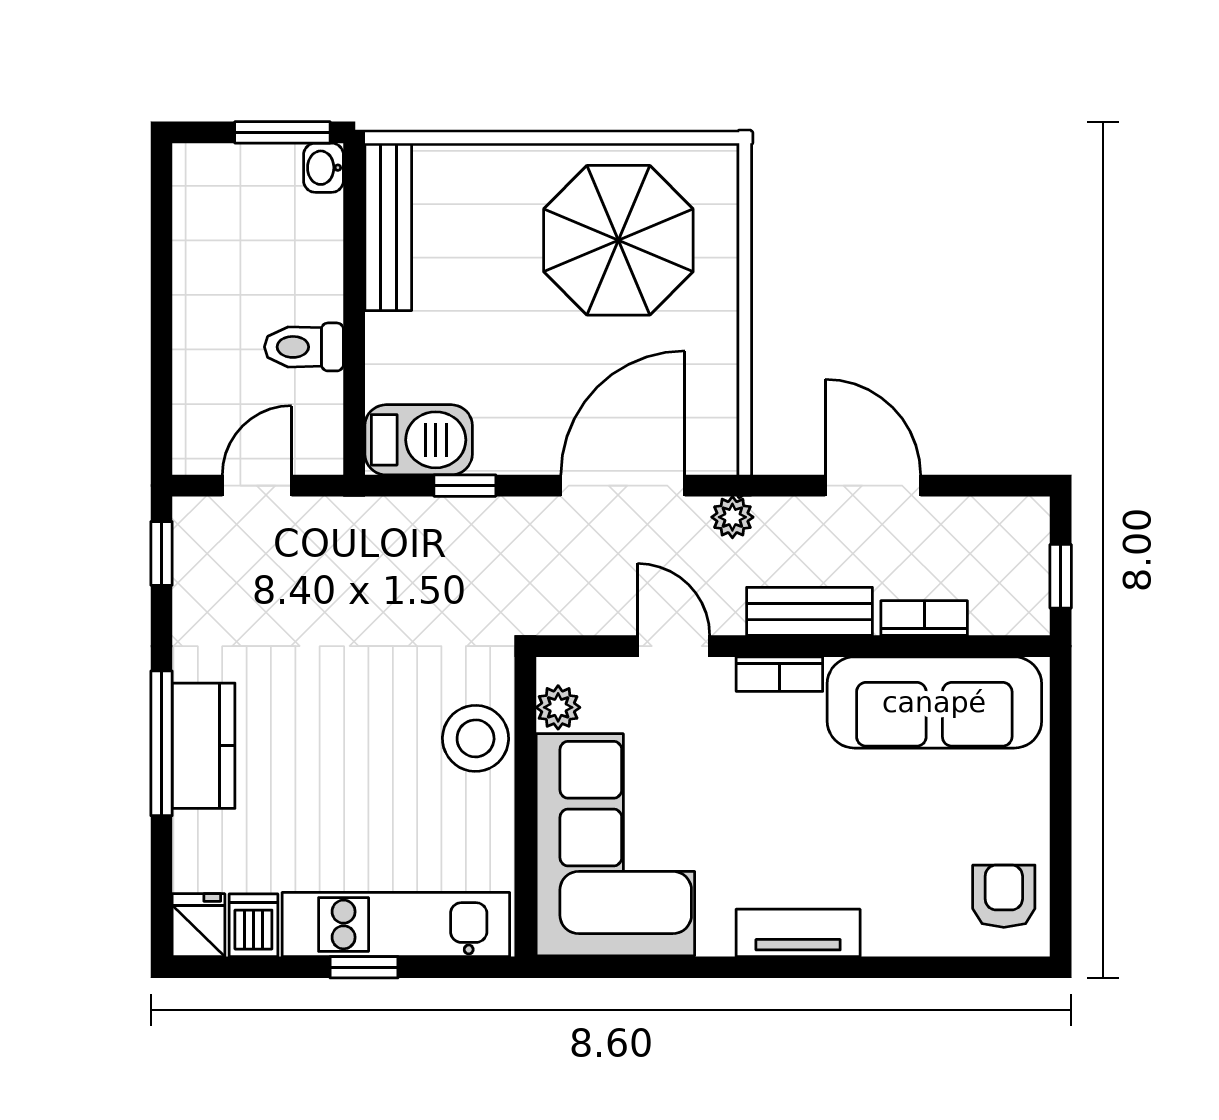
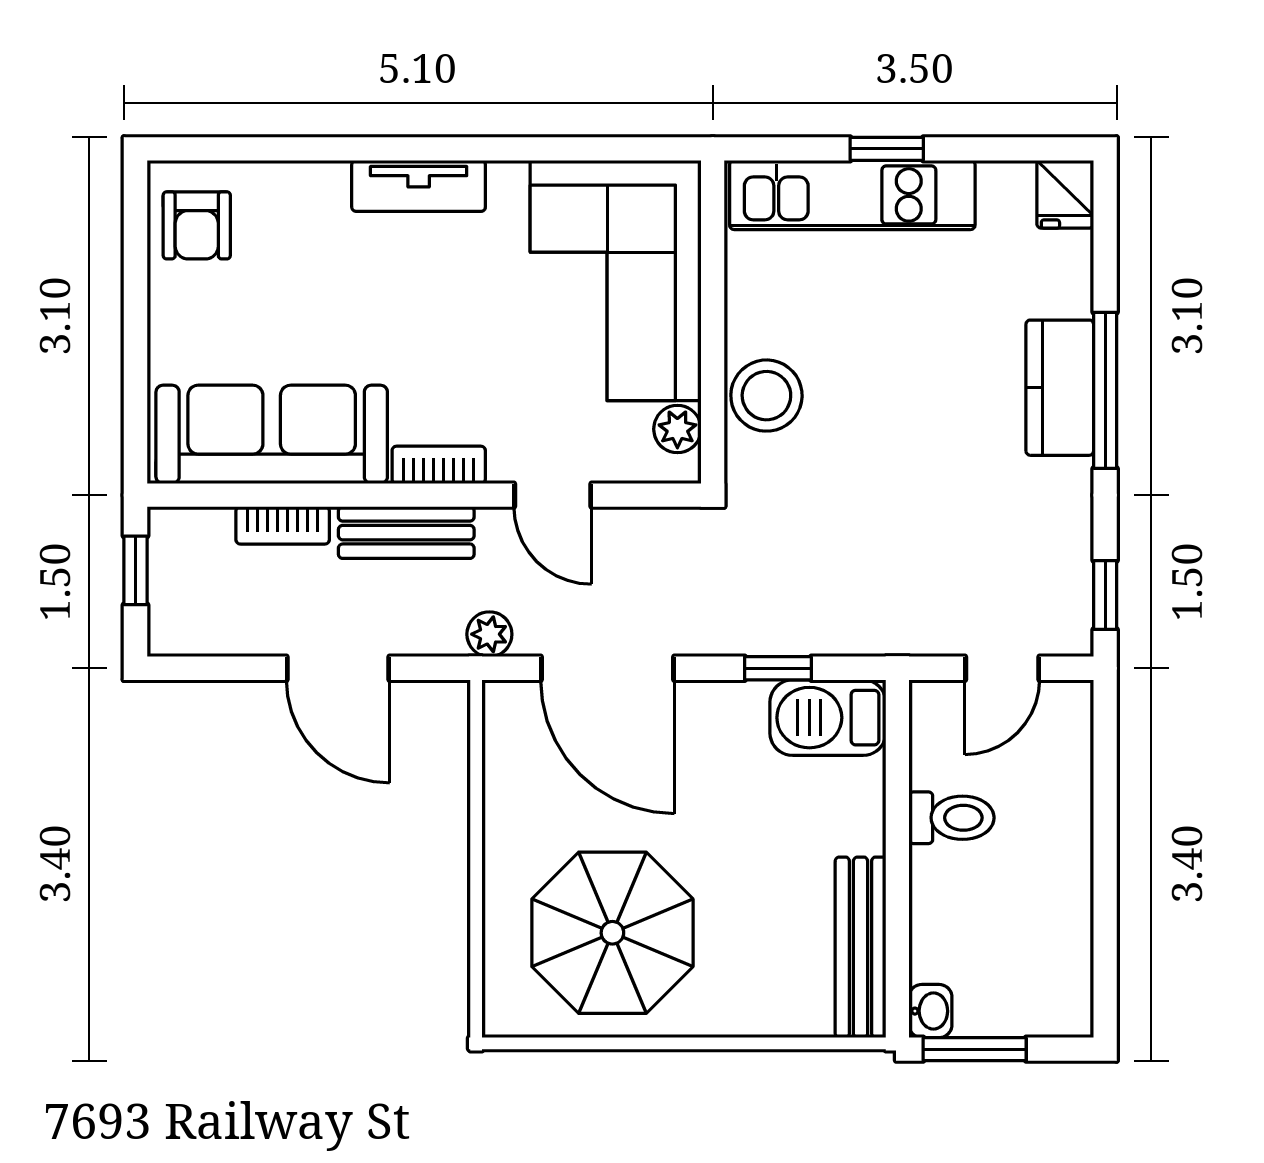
door: (623, 486) -> (608, 668), hinge flipped
dishwasher: (253, 925) -> (1006, 194), removed

